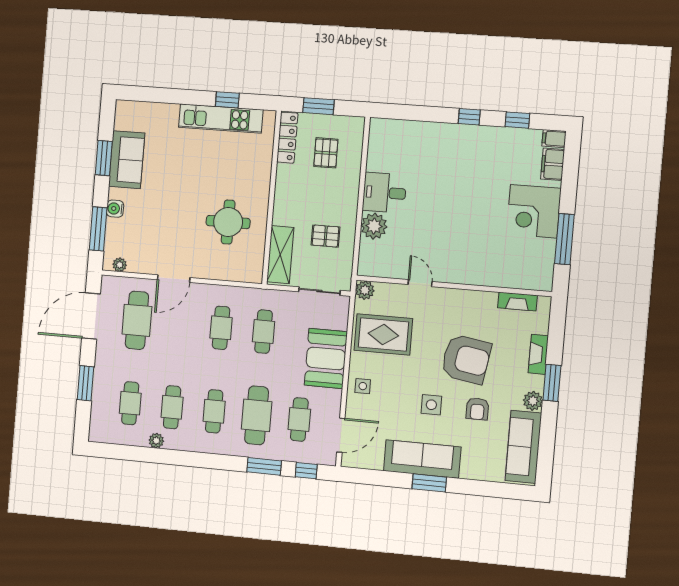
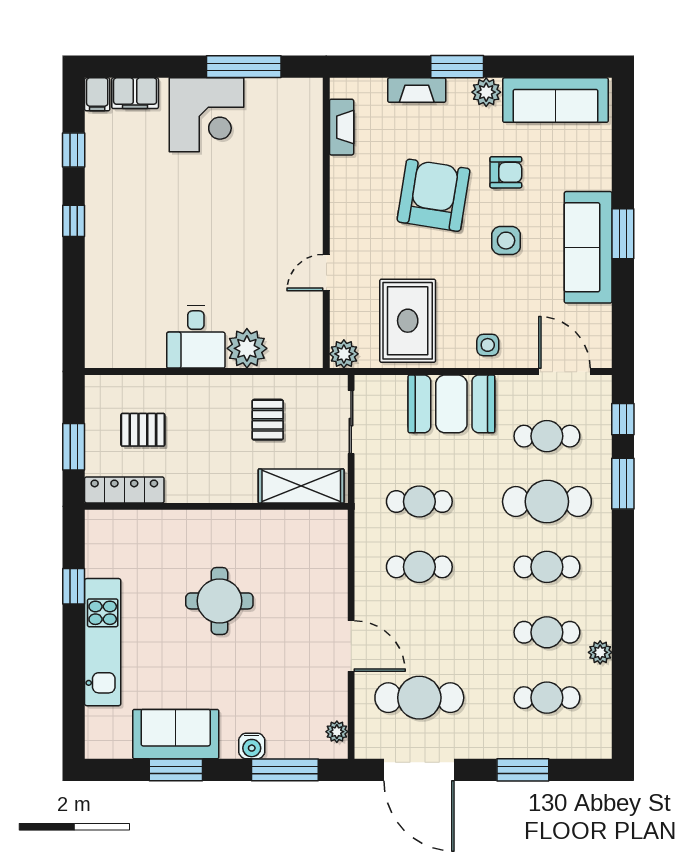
kitchen unit: (221, 118) -> (103, 642), moved
round table: (228, 222) -> (219, 601), moved

